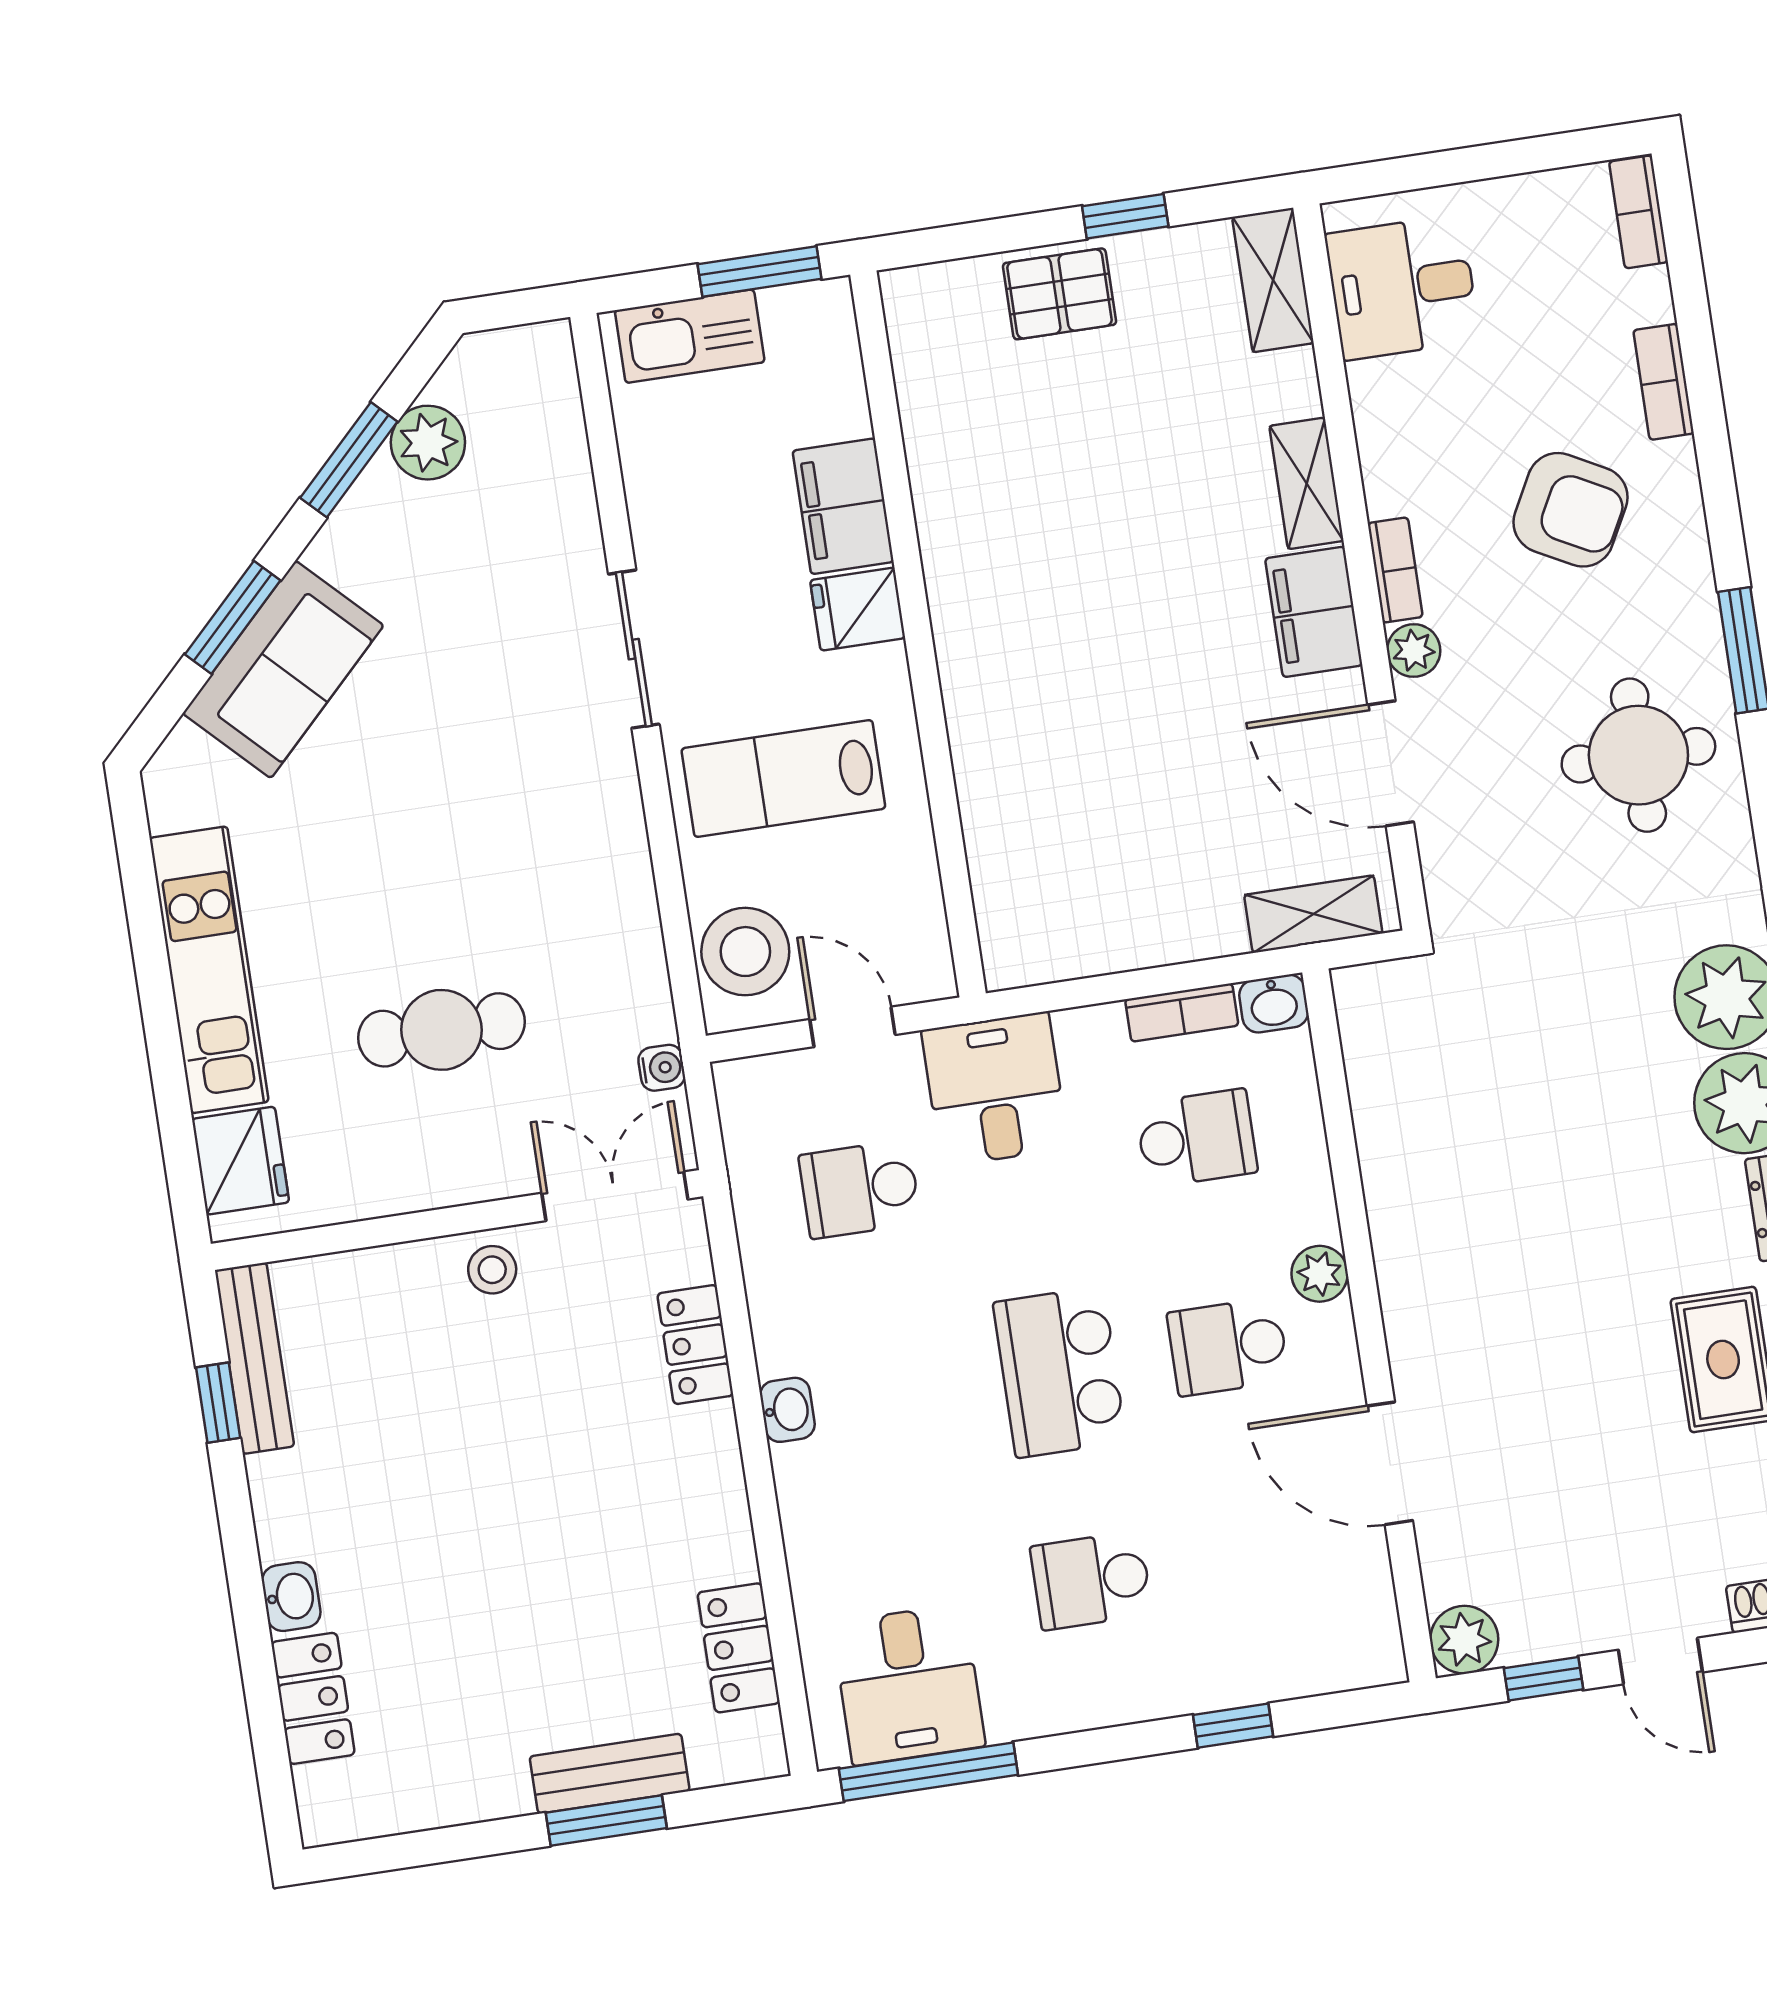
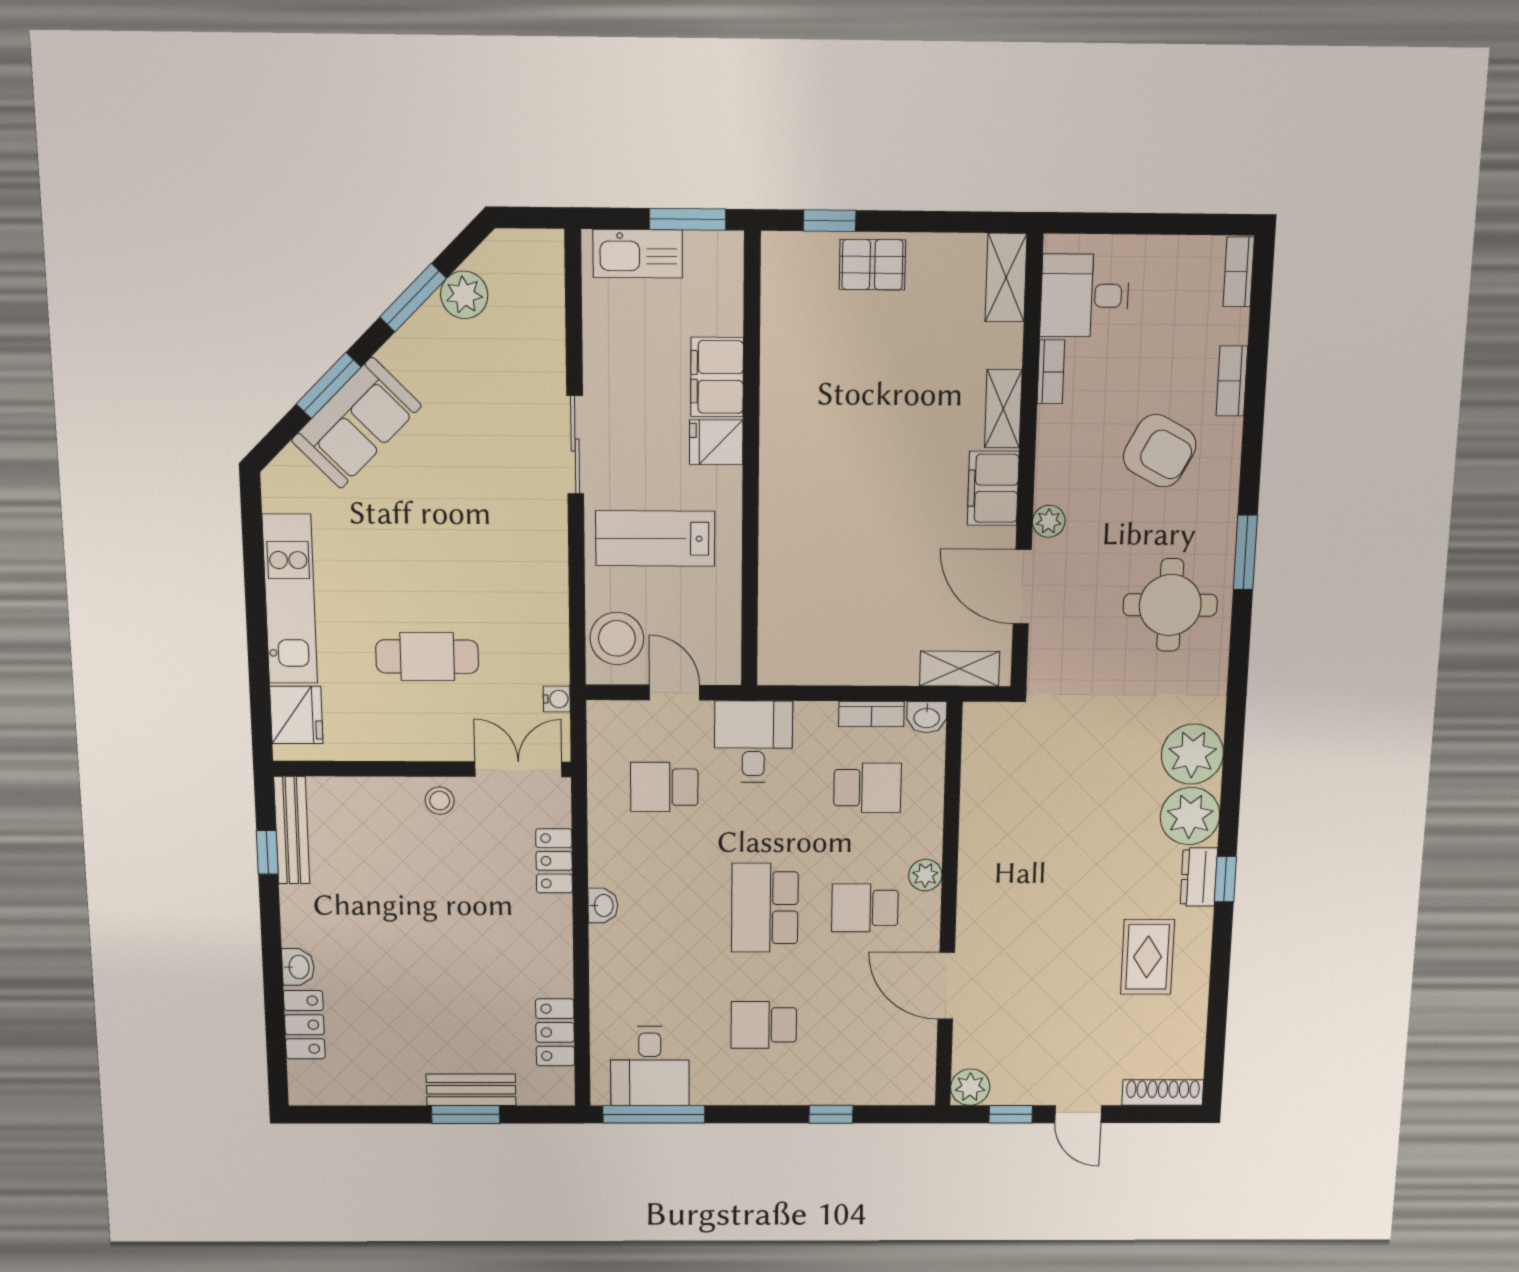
window: (1125, 216) -> (830, 221), moved
bookcase: (1395, 570) -> (1051, 372), moved

